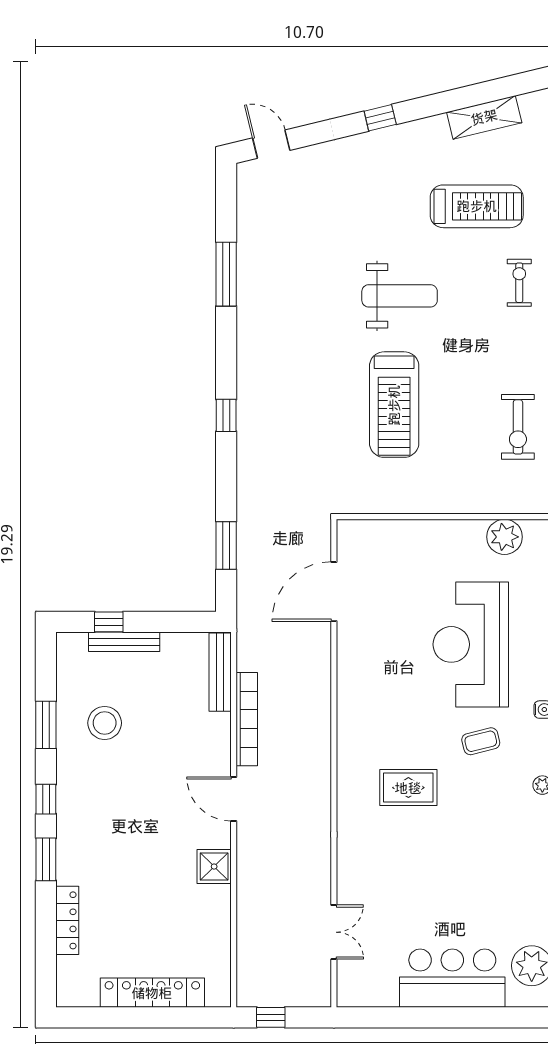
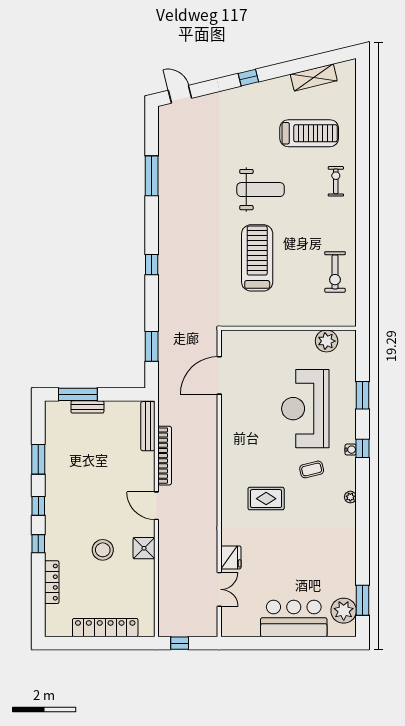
treadmill: (394, 405) -> (257, 258), turned 180
window: (109, 622) -> (78, 394), width x2.17
bench: (124, 642) -> (87, 407), width x0.73
stool: (105, 723) -> (103, 550), moved
window: (46, 859) -> (38, 544), width x0.67
fridge: (352, 881) -> (231, 557), added

